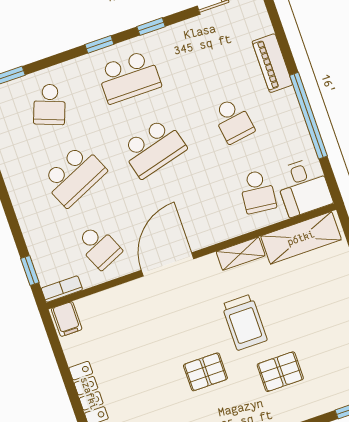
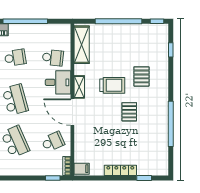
desk: (303, 187) -> (58, 82), moved
shelving: (241, 254) -> (79, 87), moved

